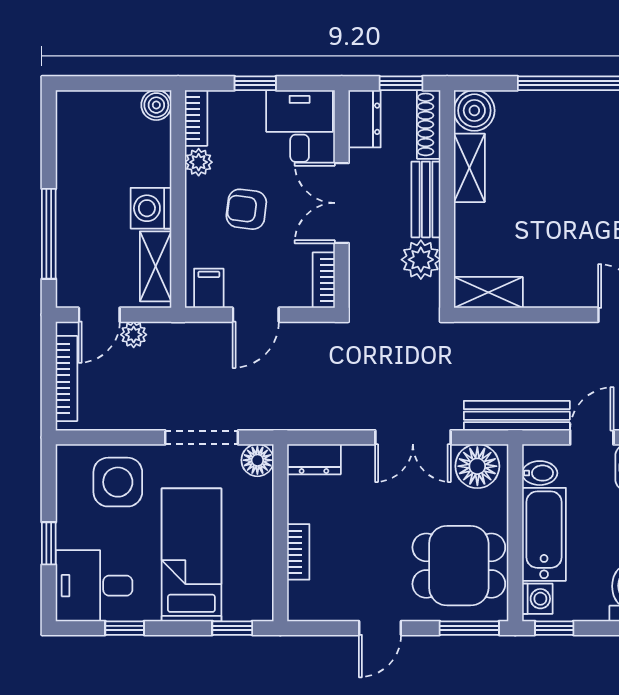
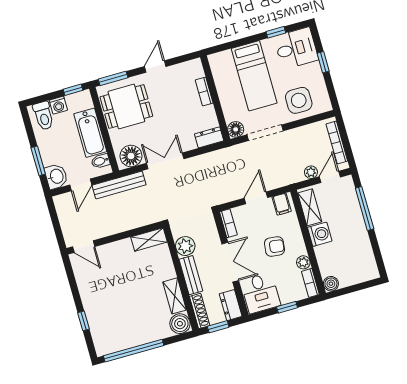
washing machine: (537, 599) -> (58, 105), moved, turned -90
window: (232, 628) -> (225, 47), removed

